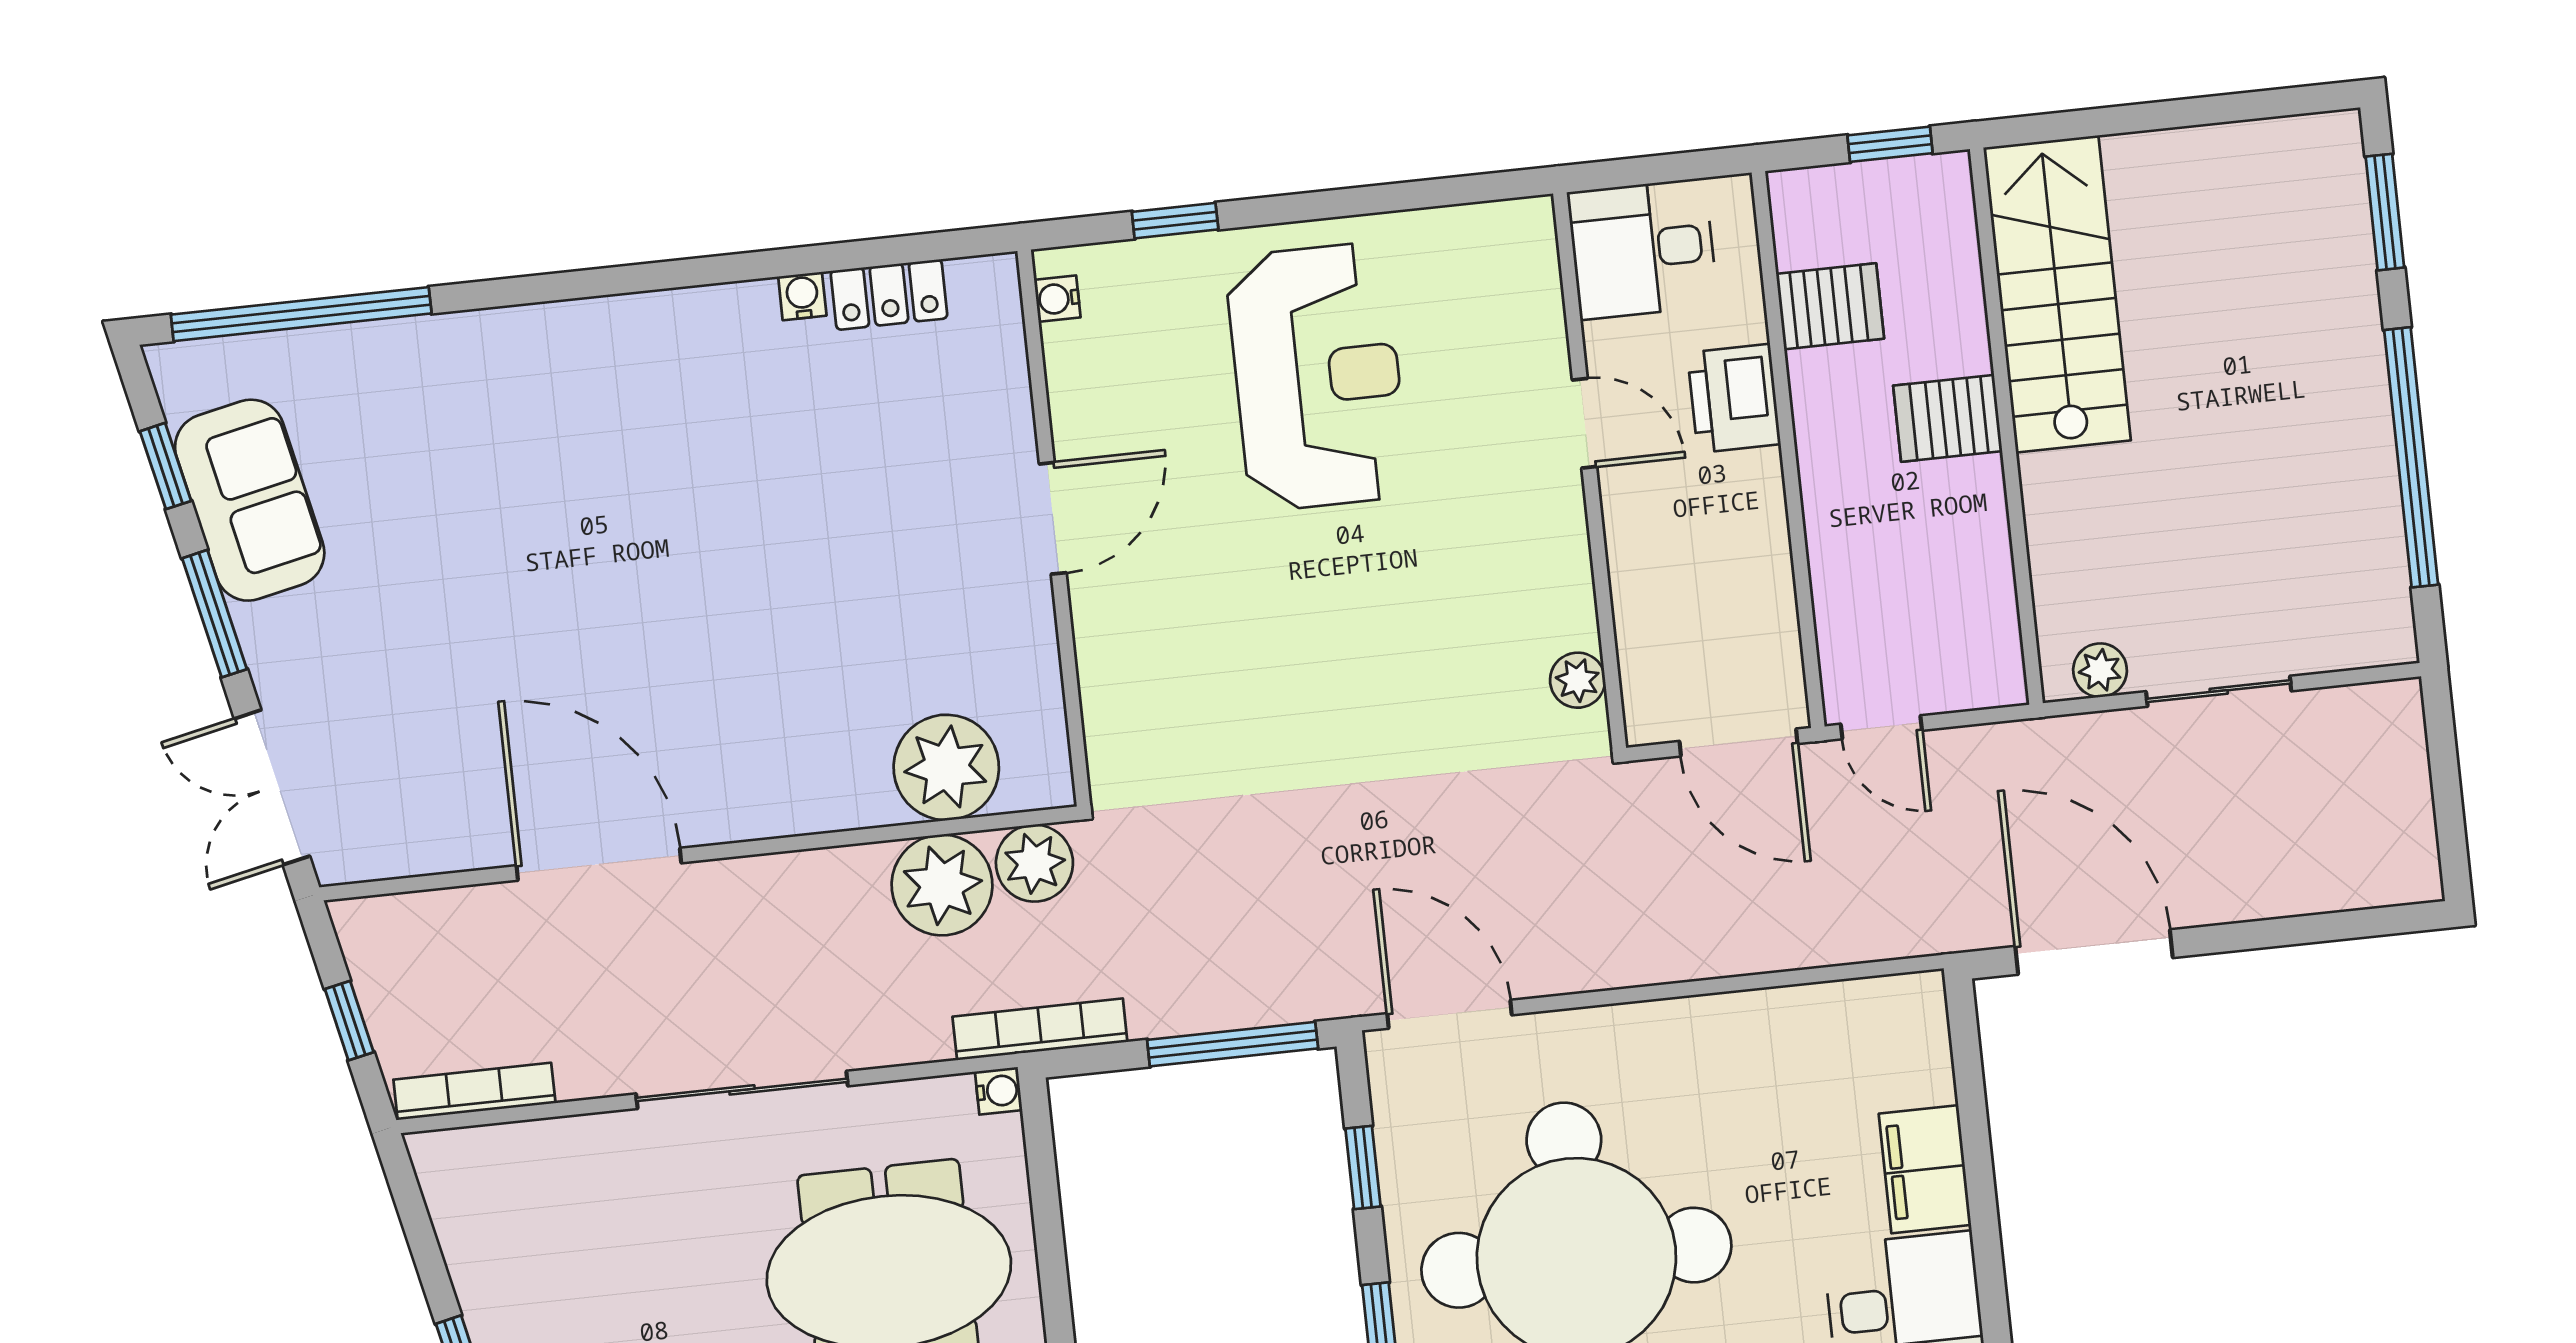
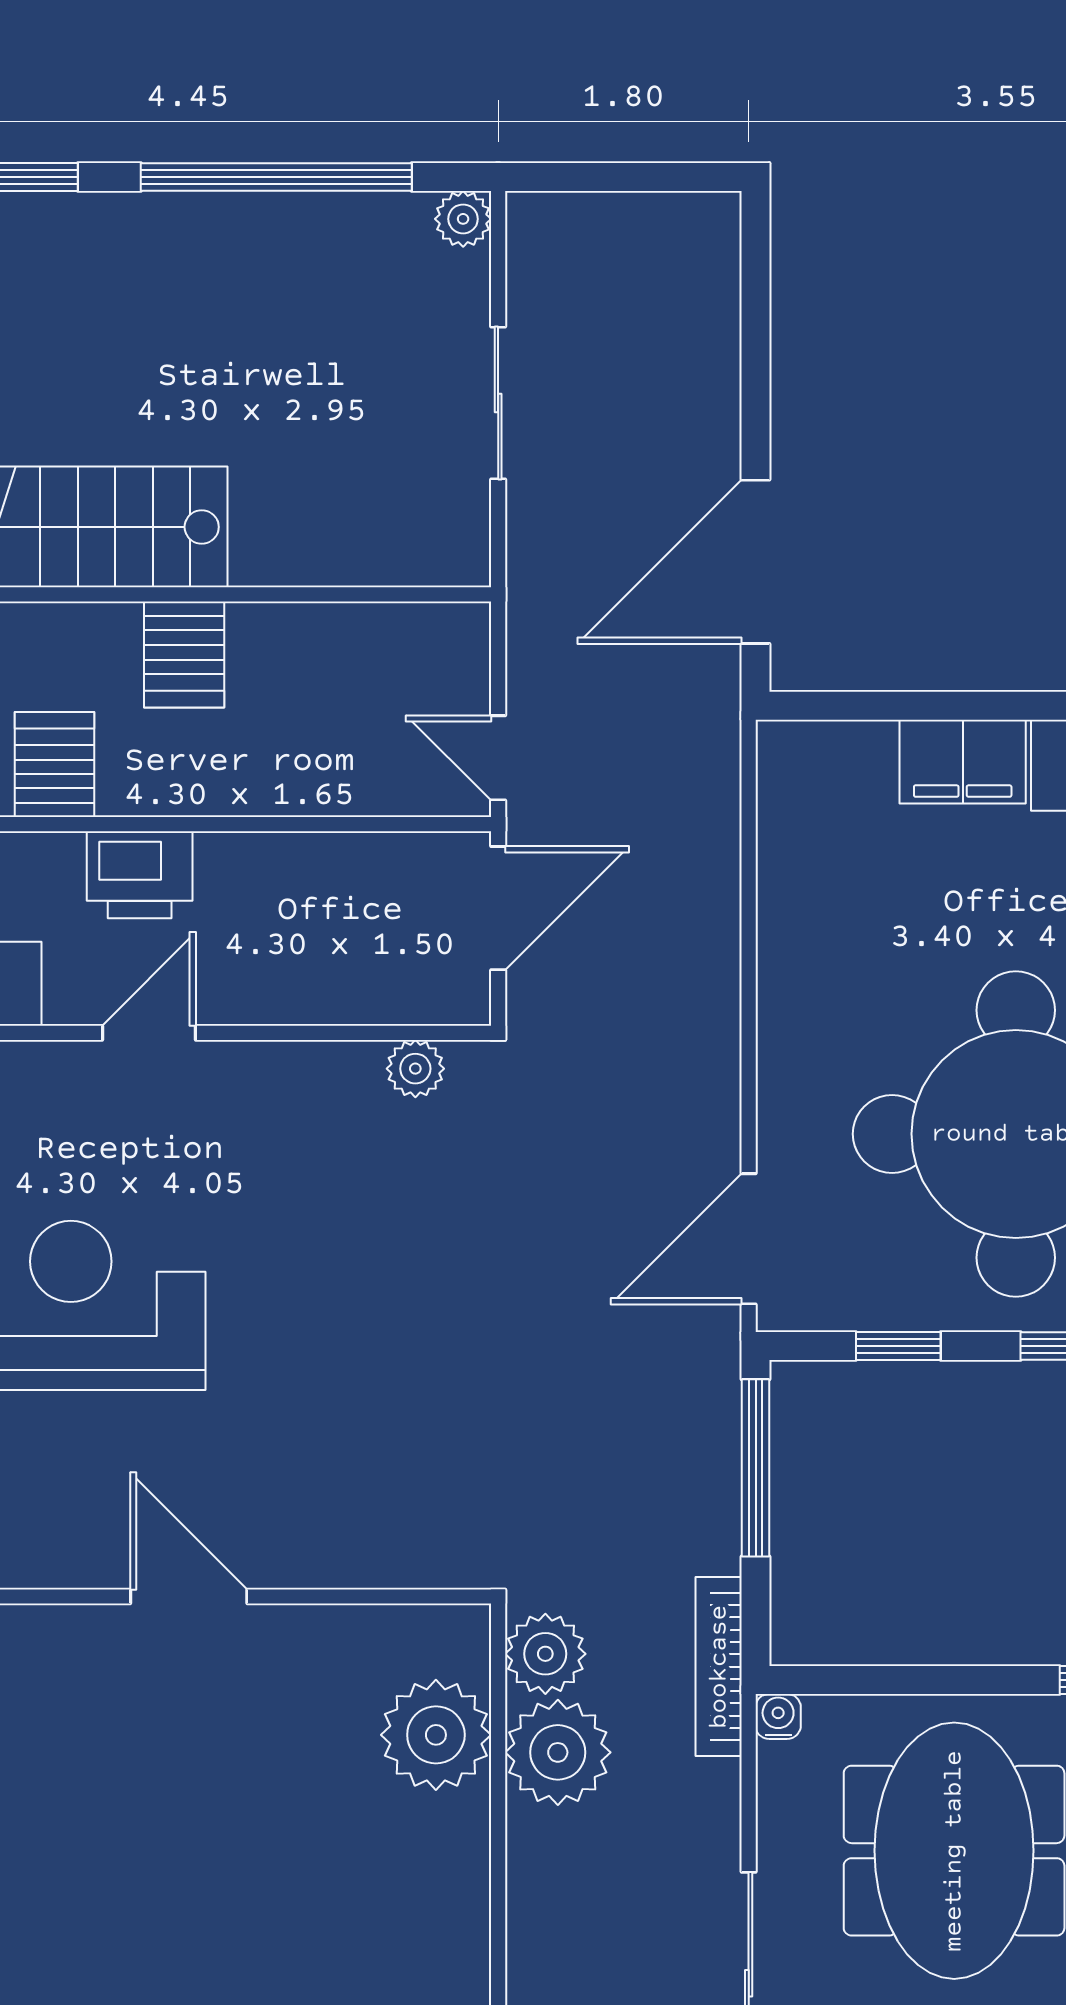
plant: (2100, 670) -> (463, 219), moved
door: (1881, 727) -> (498, 758), swing flipped

